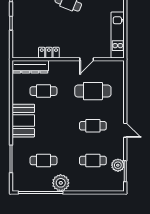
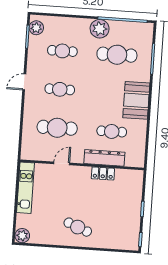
dresser: (30, 67) -> (104, 158), moved
door: (125, 130) -> (24, 82), hinge flipped
cafe table: (44, 161) -> (117, 55), width x1.37, depth x1.35
plant: (118, 165) -> (36, 28), moved

